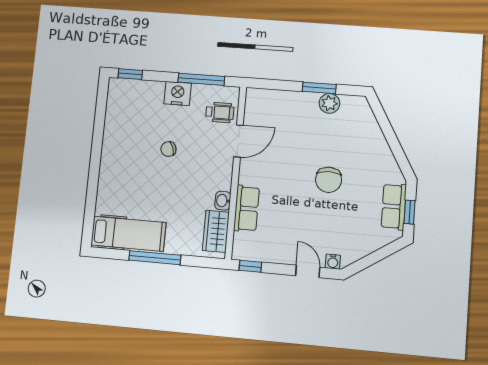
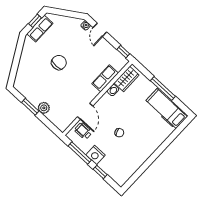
window: (130, 74) -> (100, 172), moved
plant: (329, 103) -> (44, 108), moved
door: (238, 141) -> (85, 111), swing flipped

